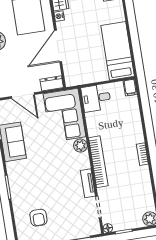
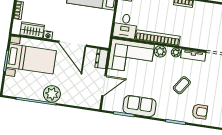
bookcase: (98, 162) -> (158, 38), moved
plant: (85, 163) -> (176, 52), added
coffee table: (51, 181) -> (182, 85), added
armchair: (38, 218) -> (200, 112), moved

